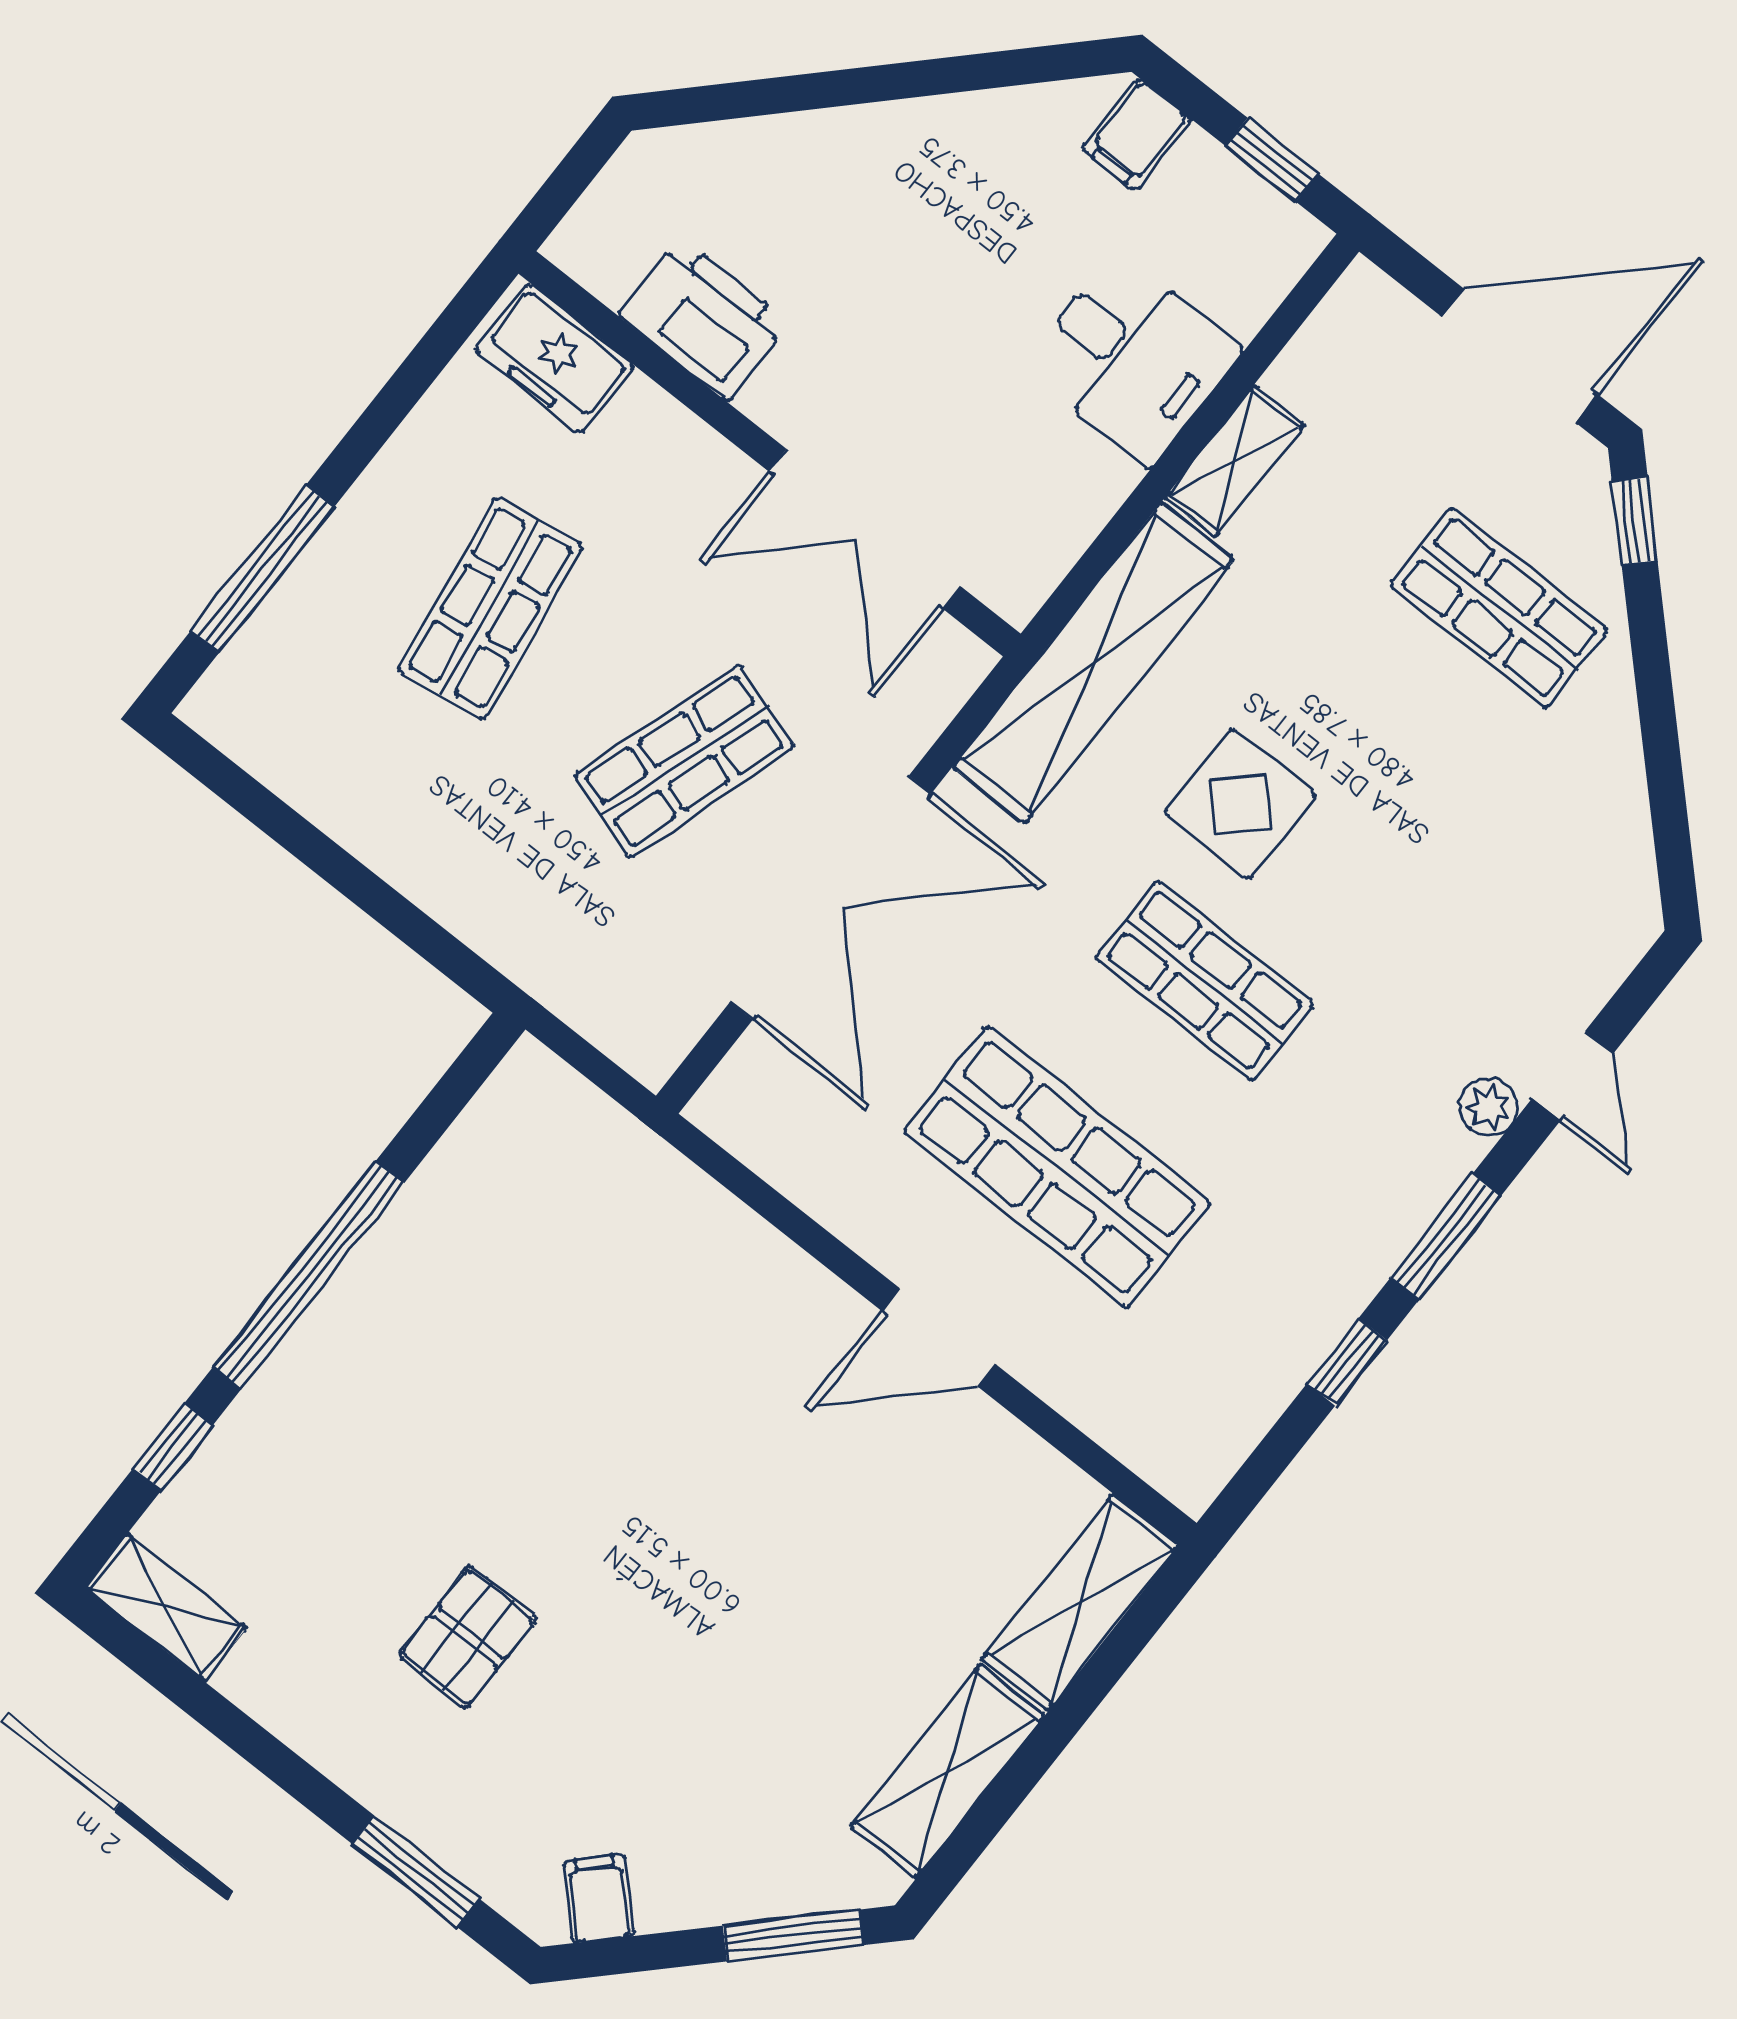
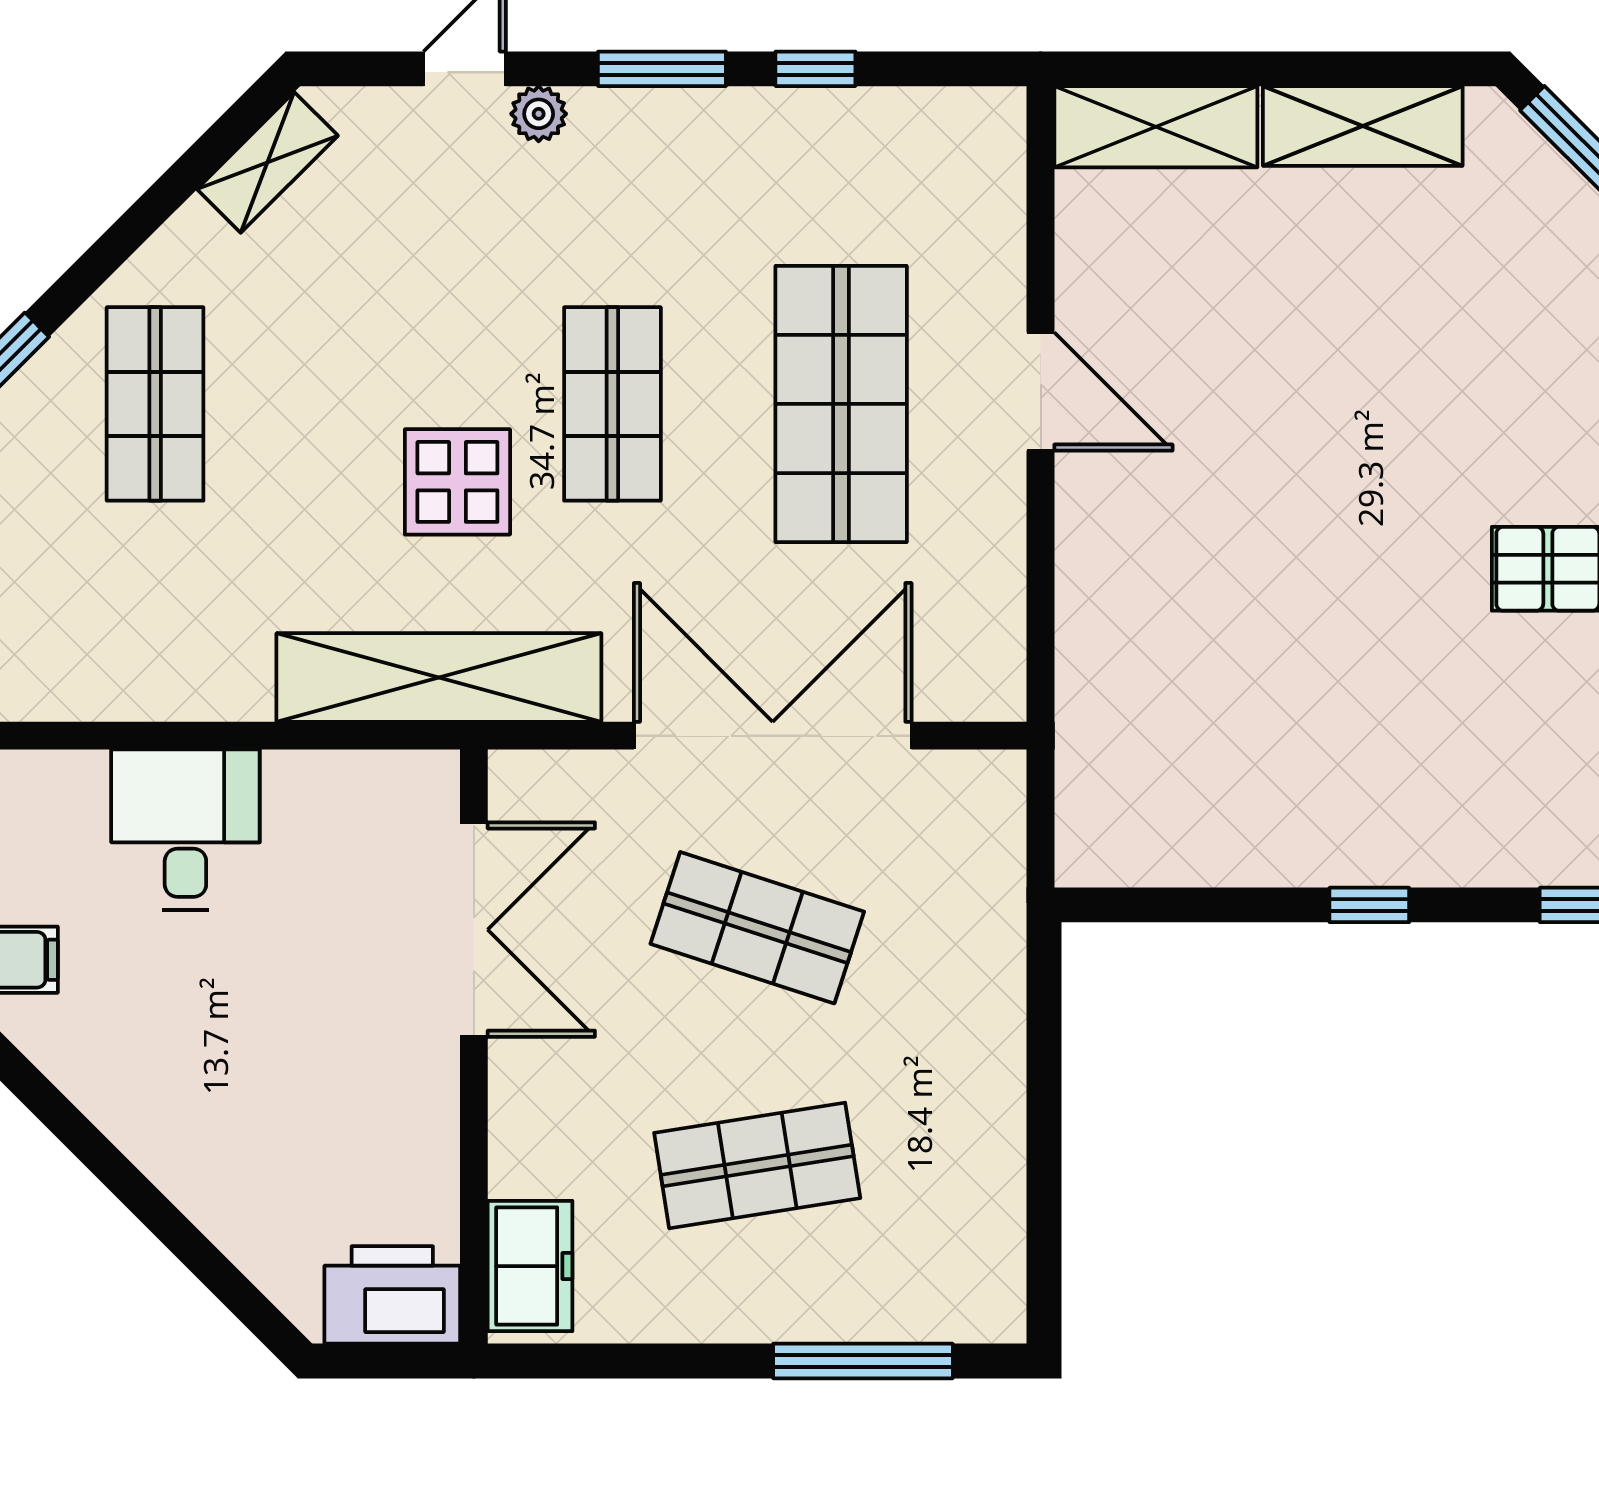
printer: (704, 319) -> (392, 1295), moved, turned 90
shelving: (1235, 461) -> (267, 162), moved, turned -45
window: (309, 1275) -> (1369, 905), width x0.32

